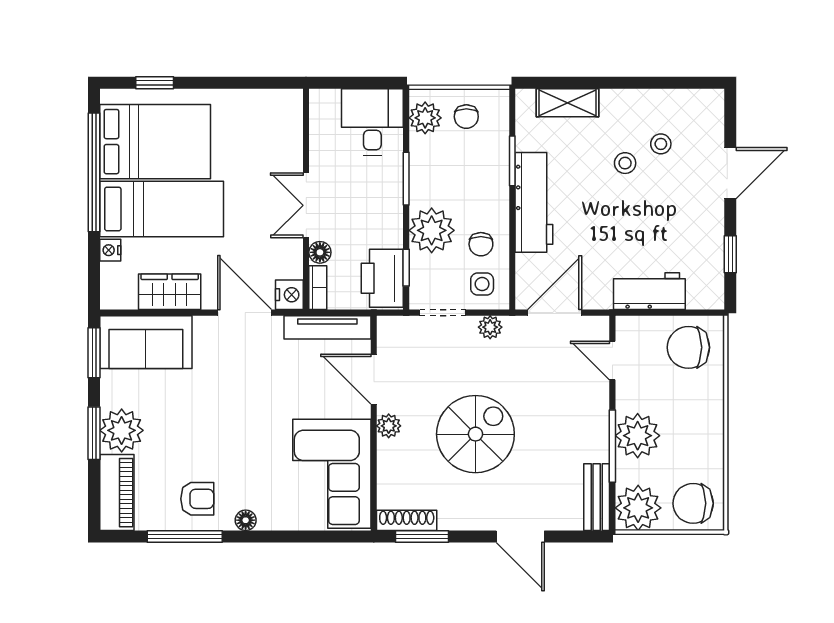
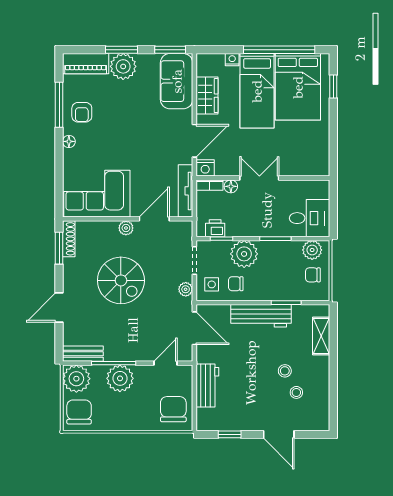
printer: (382, 278) -> (215, 228), width x0.53, depth x0.68

